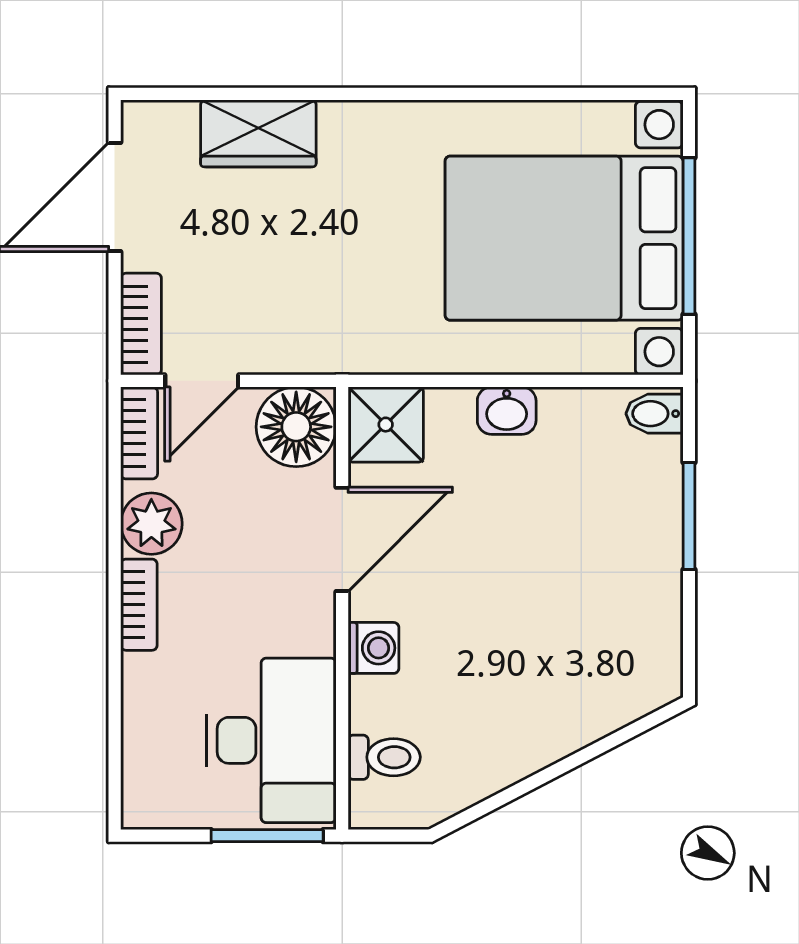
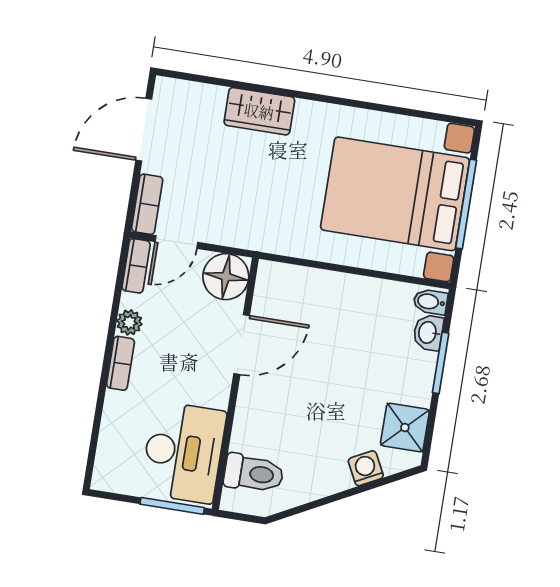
wardrobe: (258, 133) -> (259, 111), moved
washbasin: (507, 411) -> (428, 333), moved, turned 90
shower: (386, 425) -> (405, 428), moved
plant: (151, 524) -> (129, 322), width x0.73, depth x0.73
washing machine: (373, 648) -> (366, 468), moved, turned -117
toilet: (384, 757) -> (254, 473), width x1.37, depth x1.39

